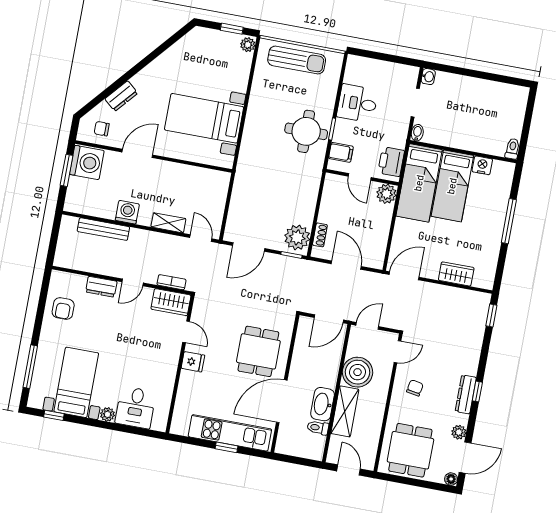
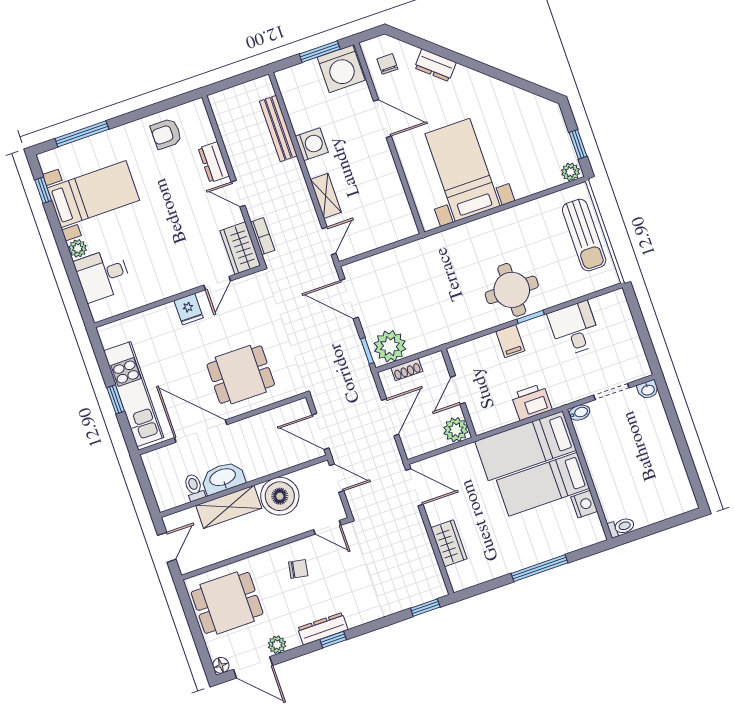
door: (360, 177) -> (458, 390), moved
wall: (362, 177) -> (459, 393), moved
plant: (386, 194) -> (456, 430), moved

